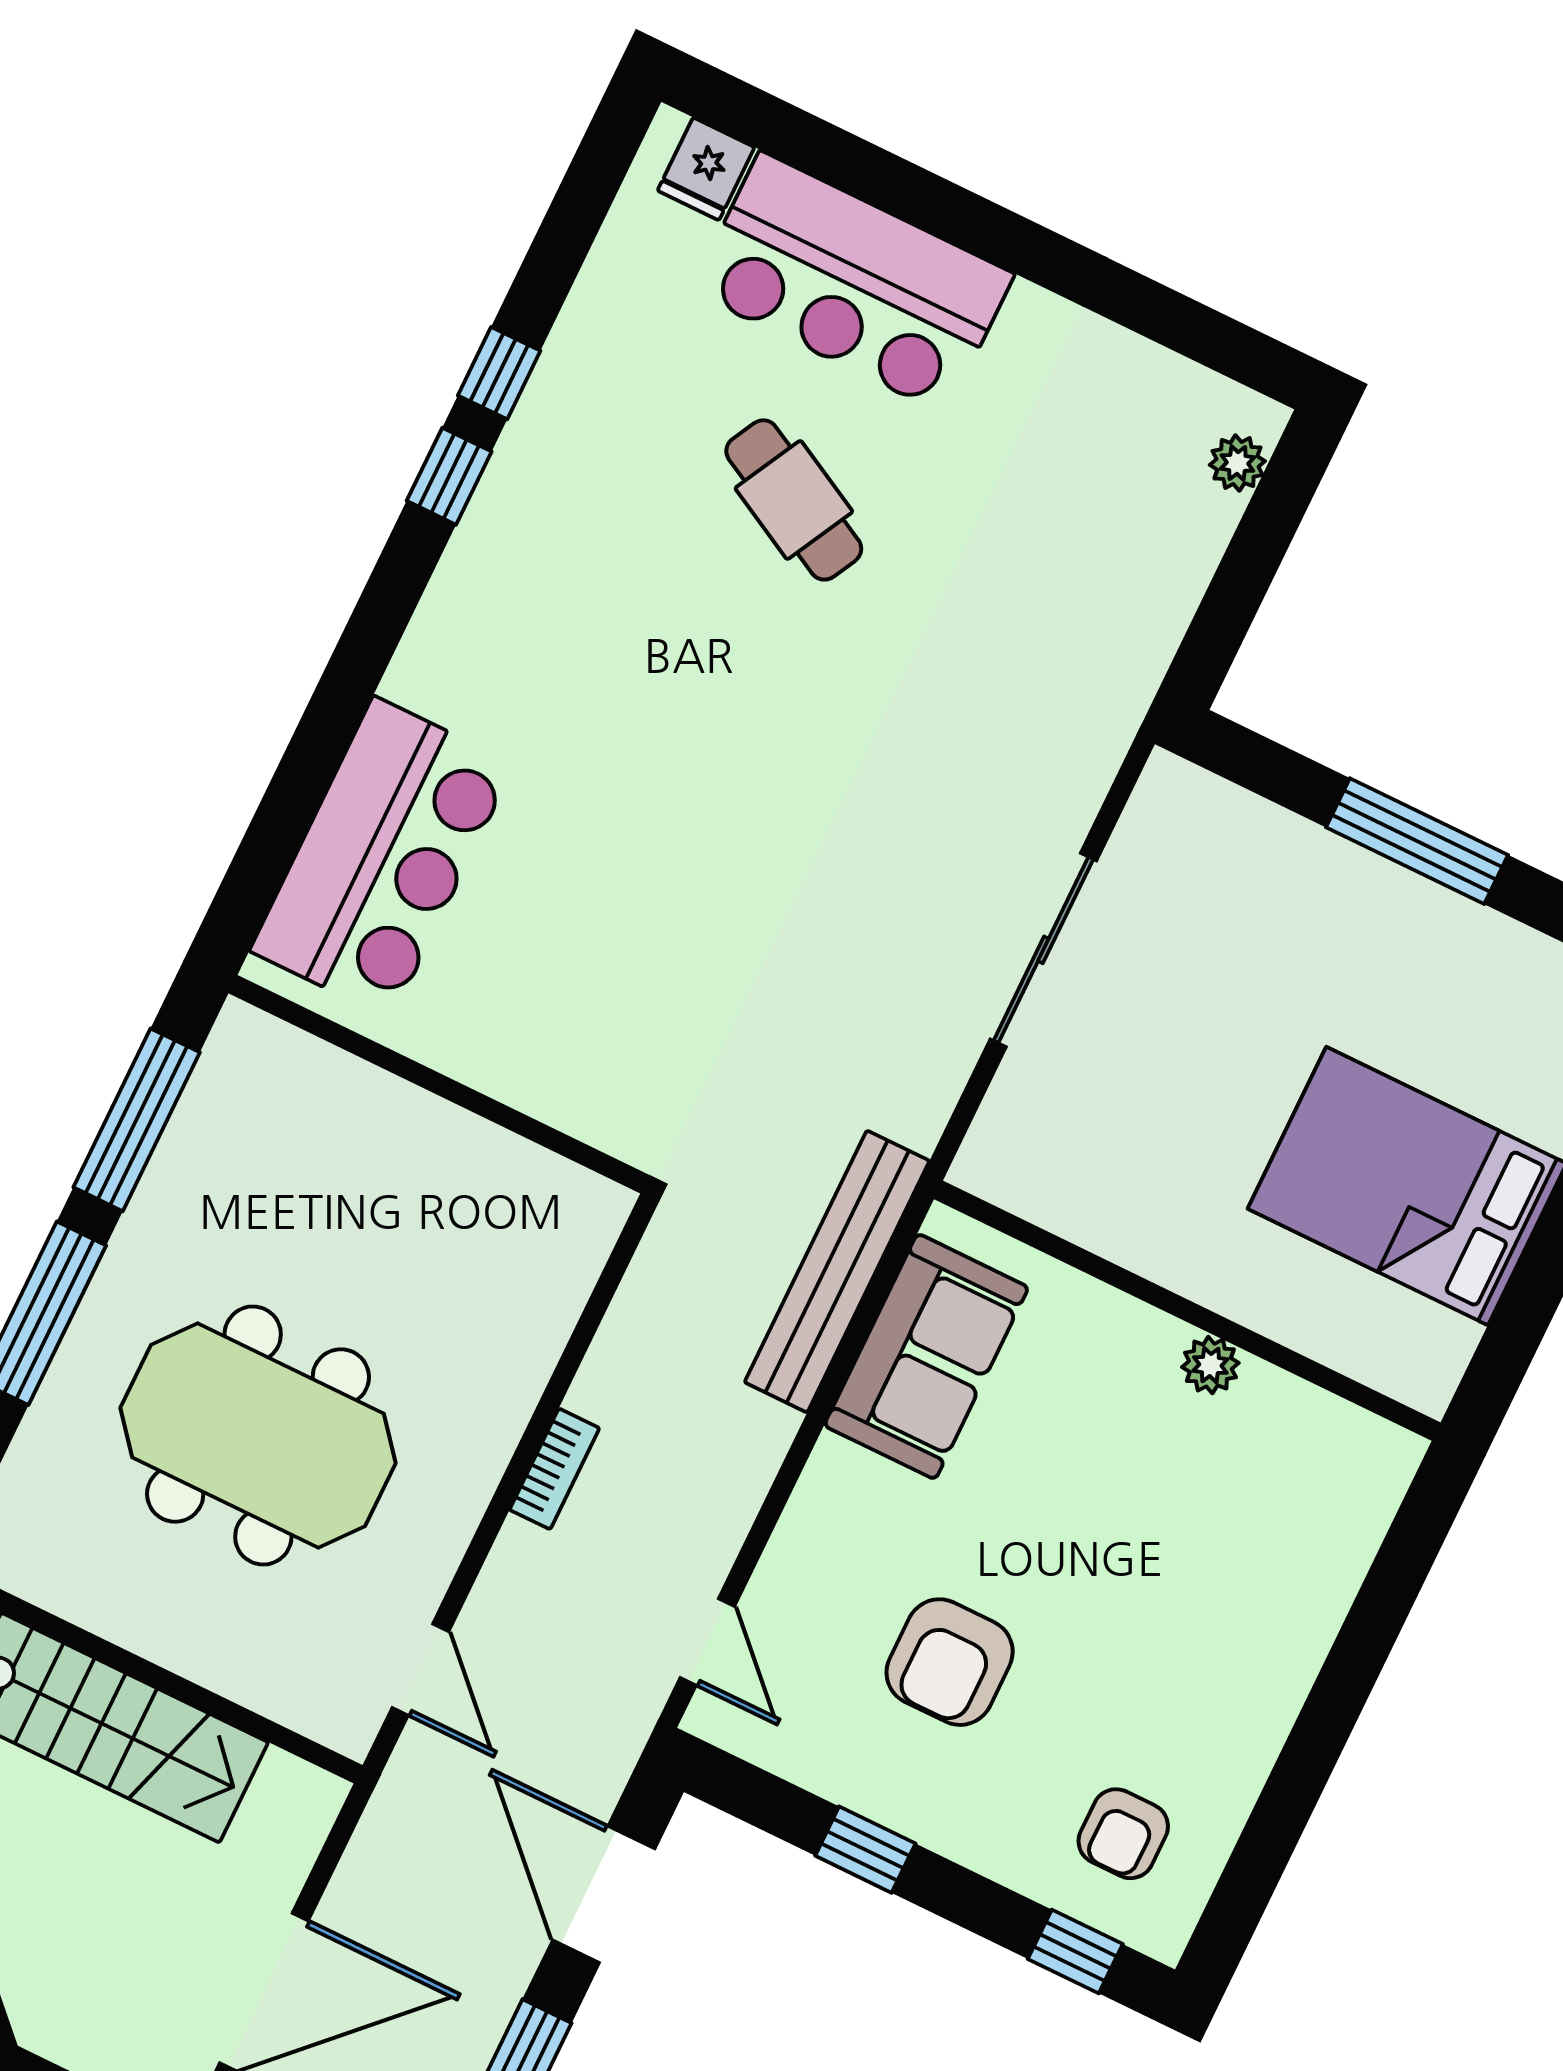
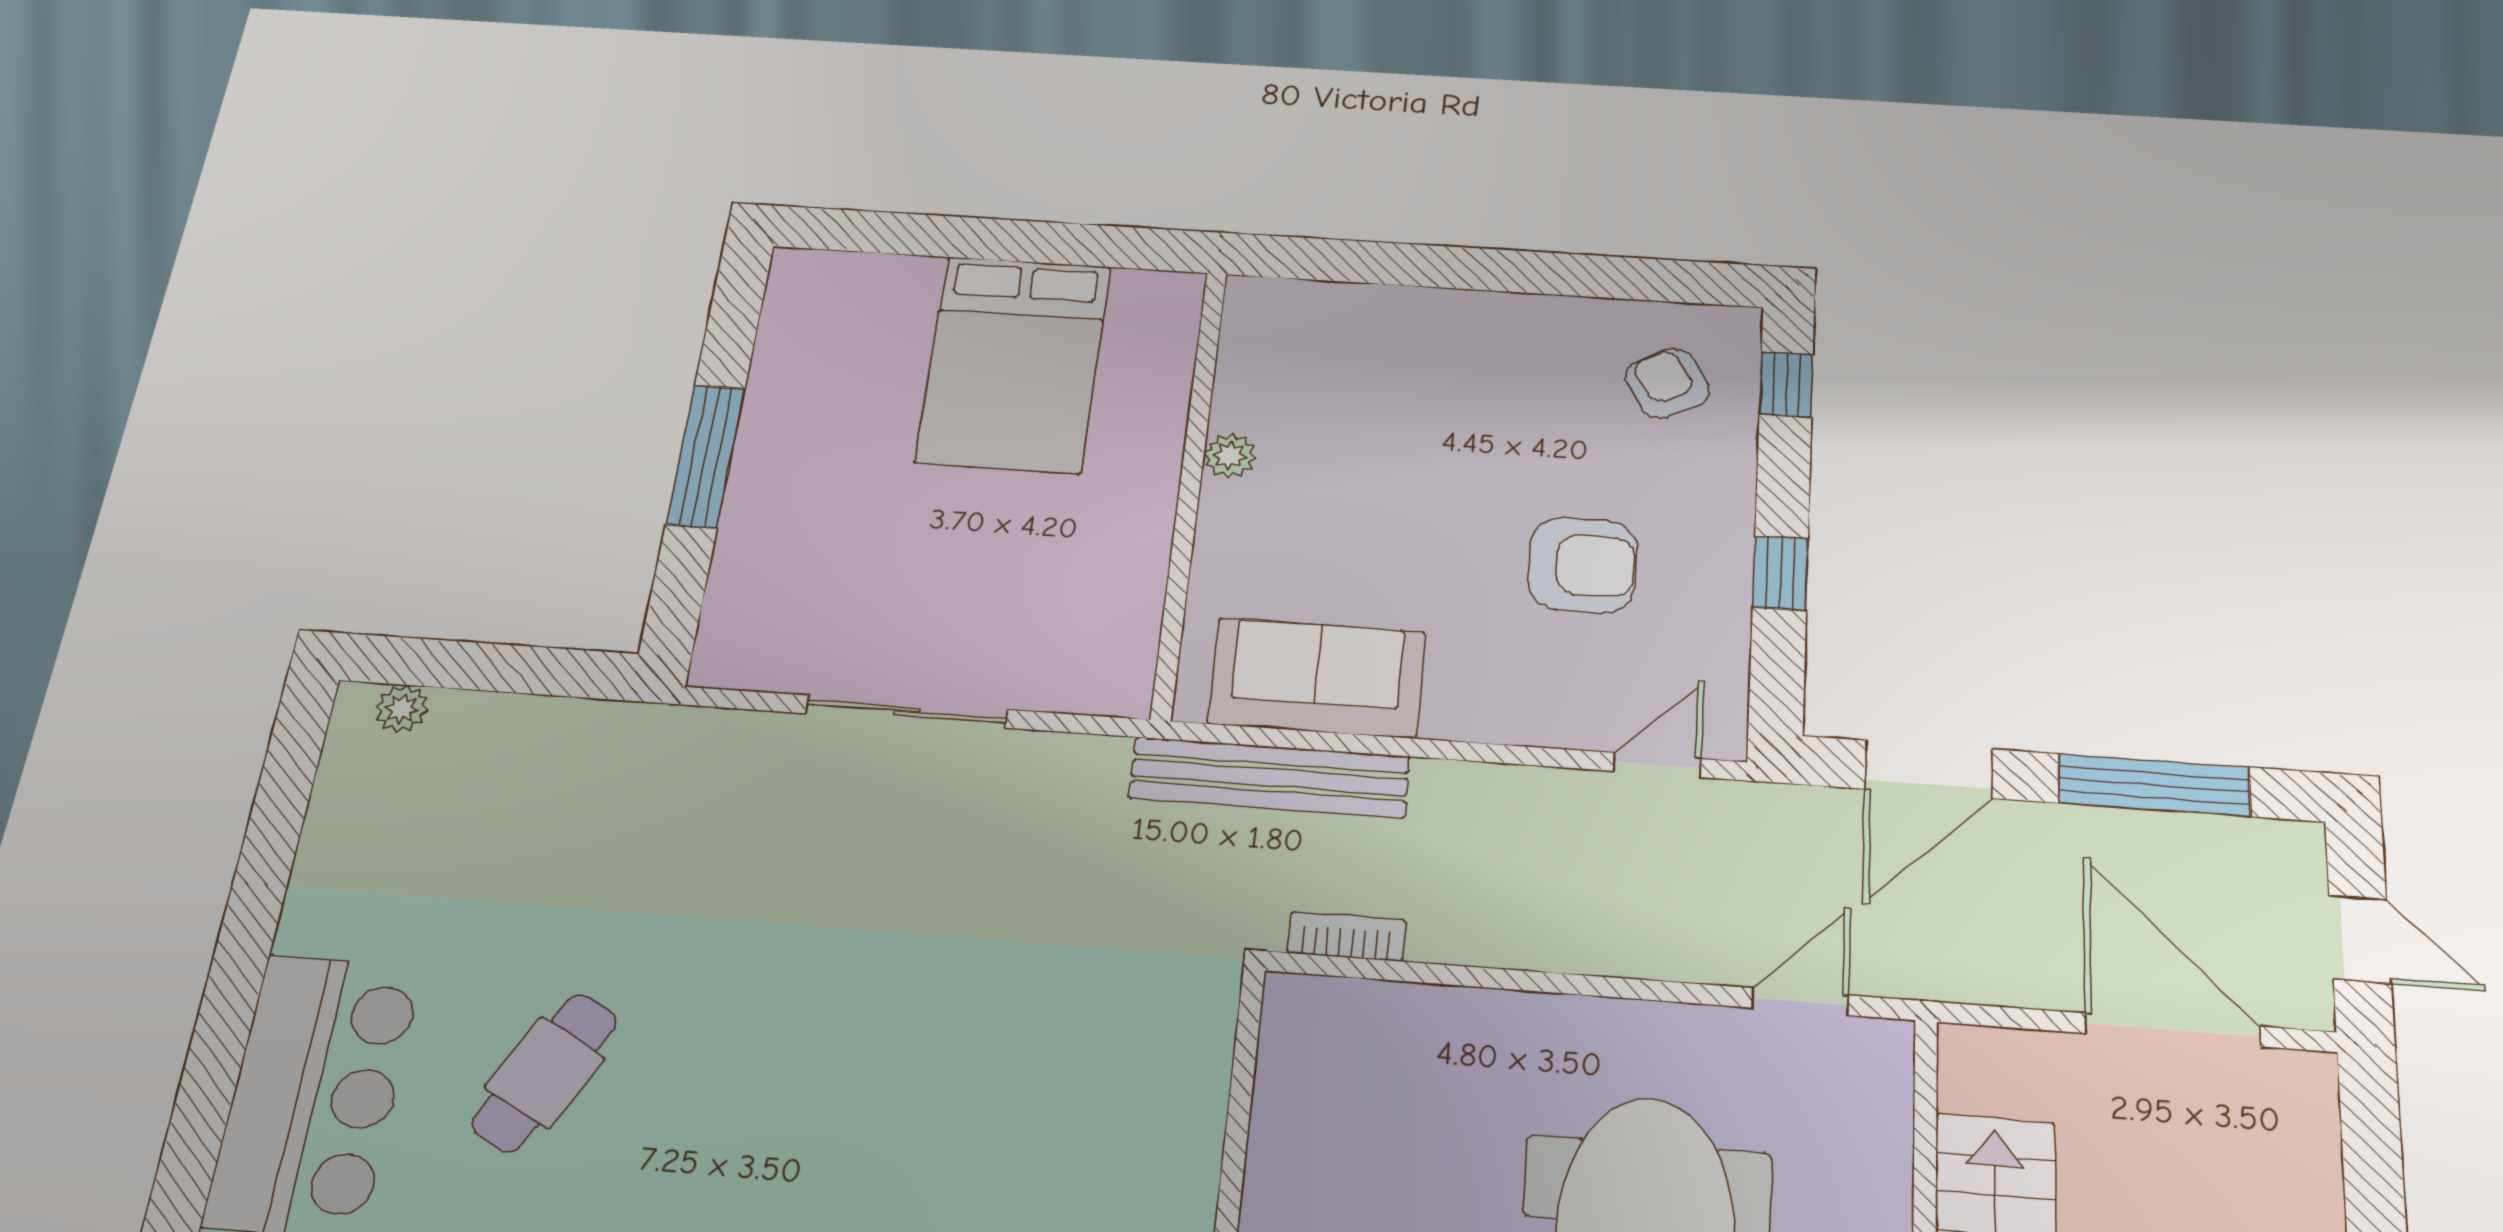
bookcase: (554, 1469) -> (1346, 936), moved
armchair: (1123, 1834) -> (1667, 383), turned -119

